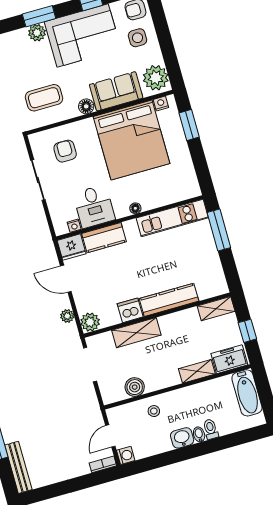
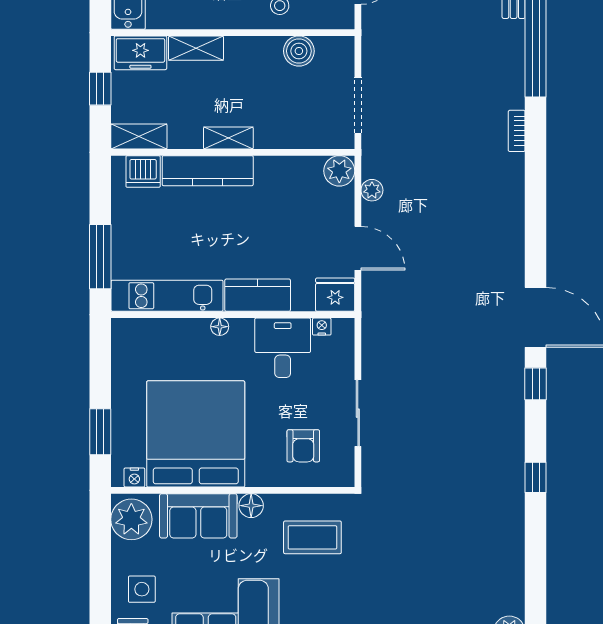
kitchen counter: (104, 238) -> (258, 295), moved
dishwasher: (130, 310) -> (143, 171), moved
shelving: (136, 333) -> (228, 138), moved, width x0.67, depth x0.75

